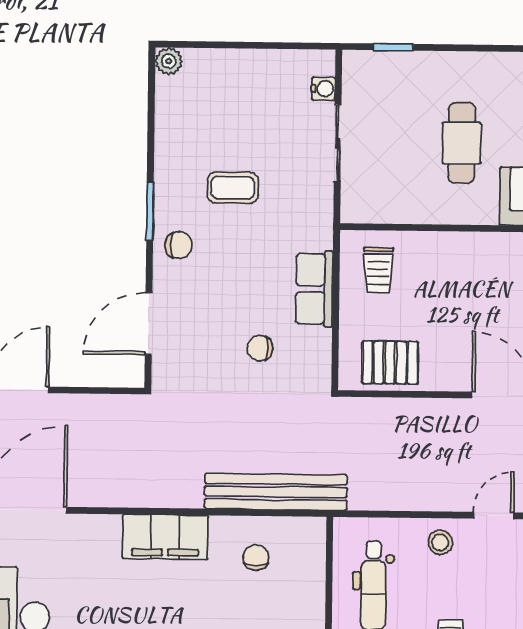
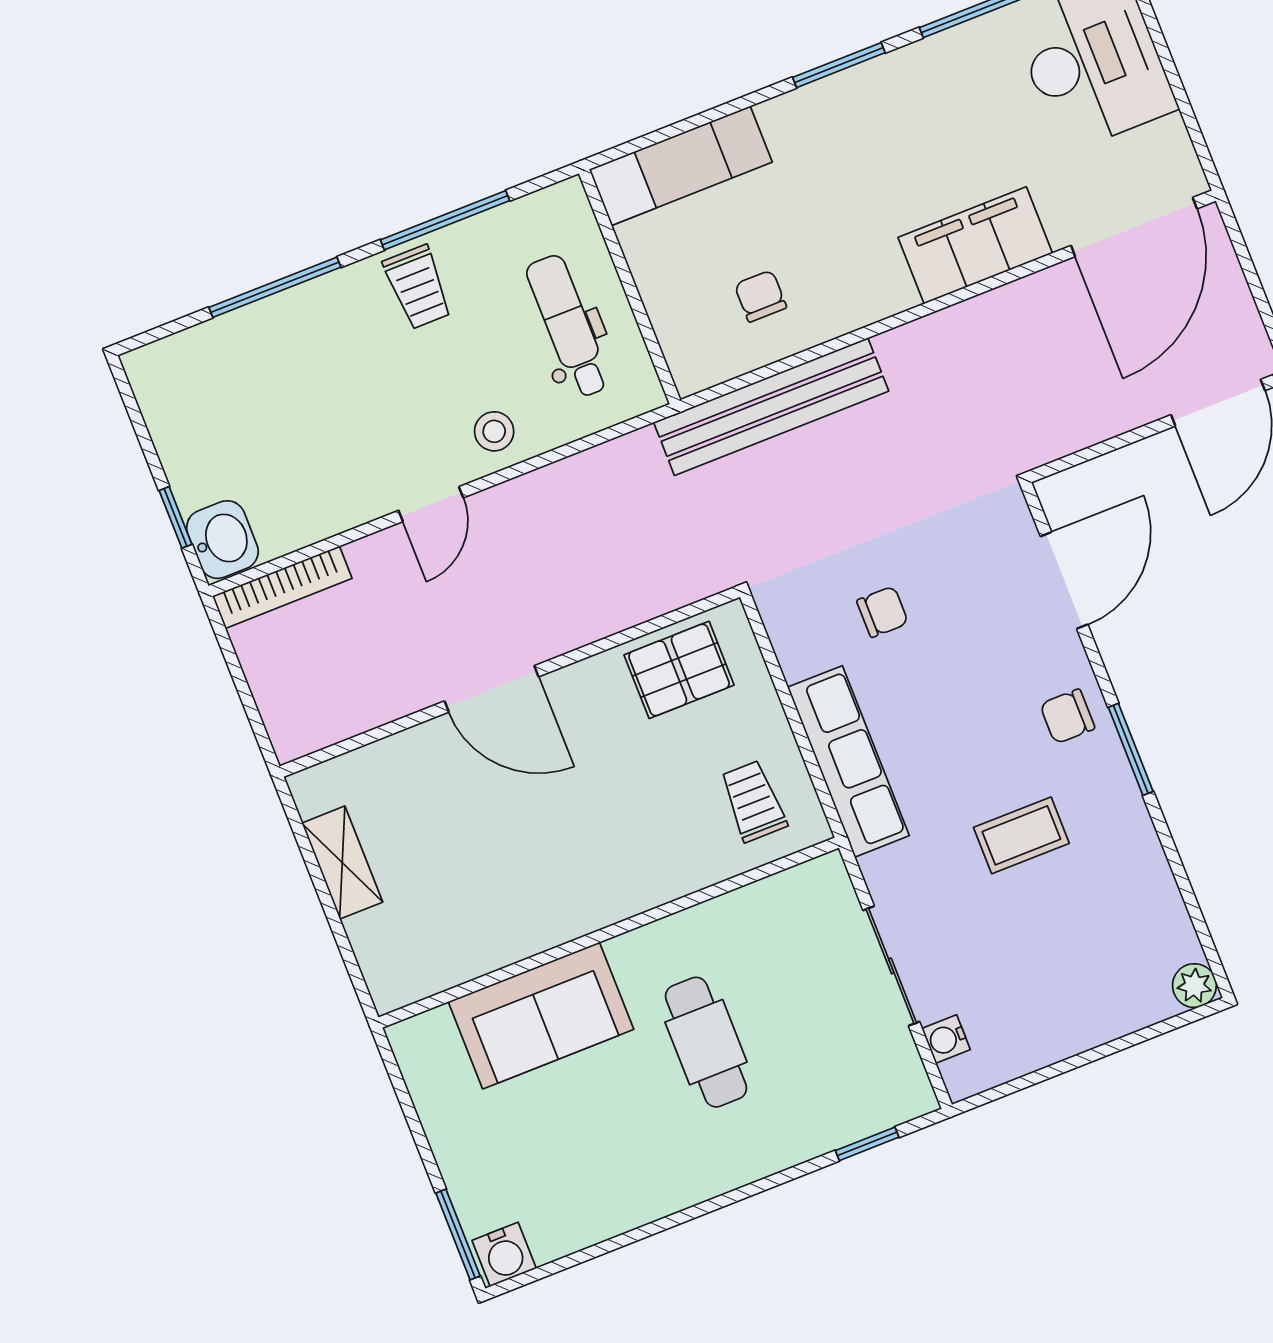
row of seats: (314, 289) -> (848, 761), width x1.48
filing cabinet: (165, 537) -> (975, 245), moved
chair: (256, 558) -> (760, 296), turned 180

